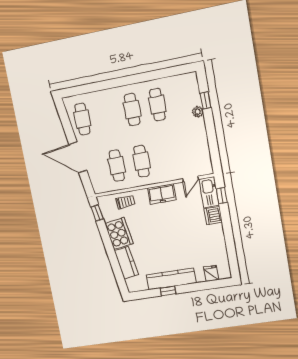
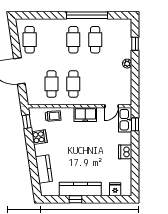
window: (143, 77) -> (87, 15), added
plant: (198, 112) -> (127, 64), moved
dishwasher: (213, 216) -> (125, 152), moved
cooker: (119, 234) -> (39, 137), width x0.53, depth x0.76

